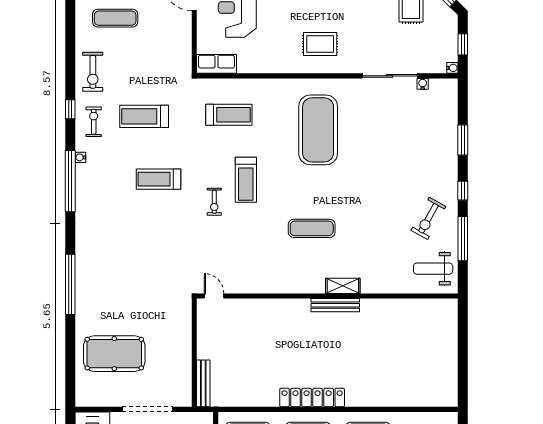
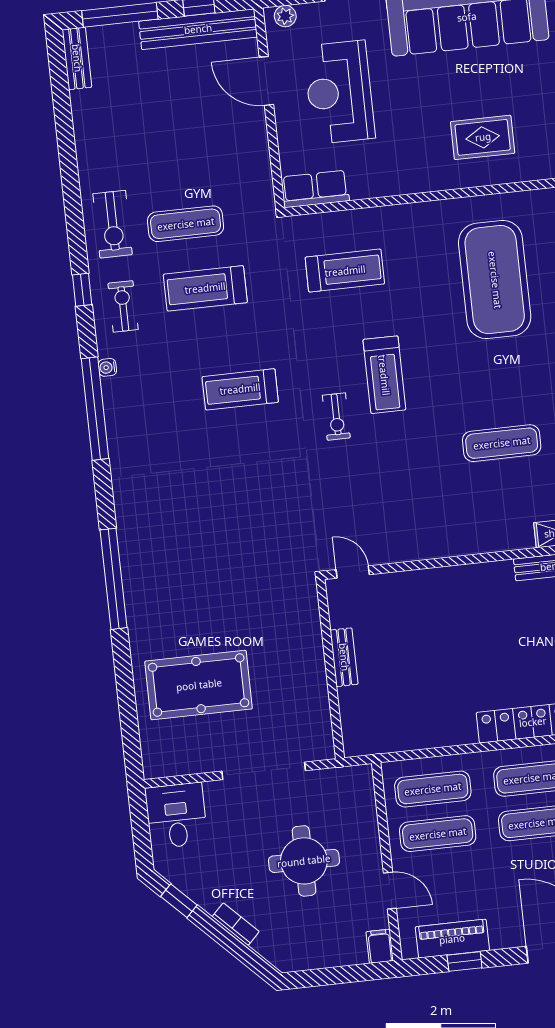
exercise mat: (115, 18) -> (186, 224), moved
bench: (203, 383) -> (344, 657), moved, width x0.73

